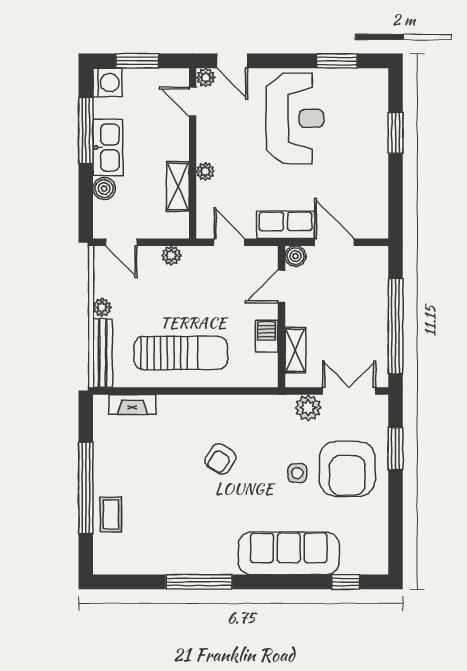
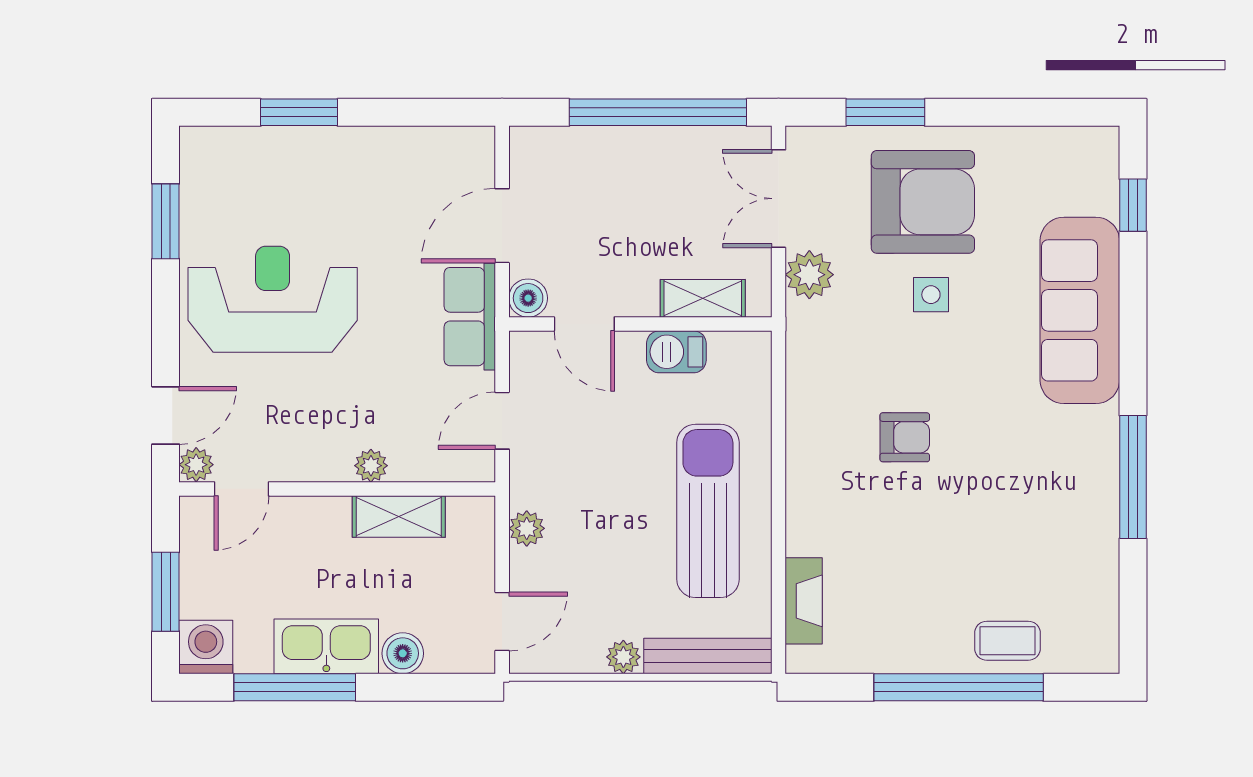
armchair: (220, 459) -> (905, 437), turned -33

